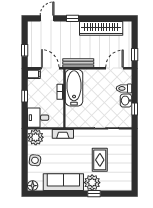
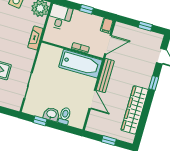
window: (25, 50) -> (145, 26), moved
window: (135, 55) -> (109, 141), moved
door: (114, 68) -> (92, 99), moved

